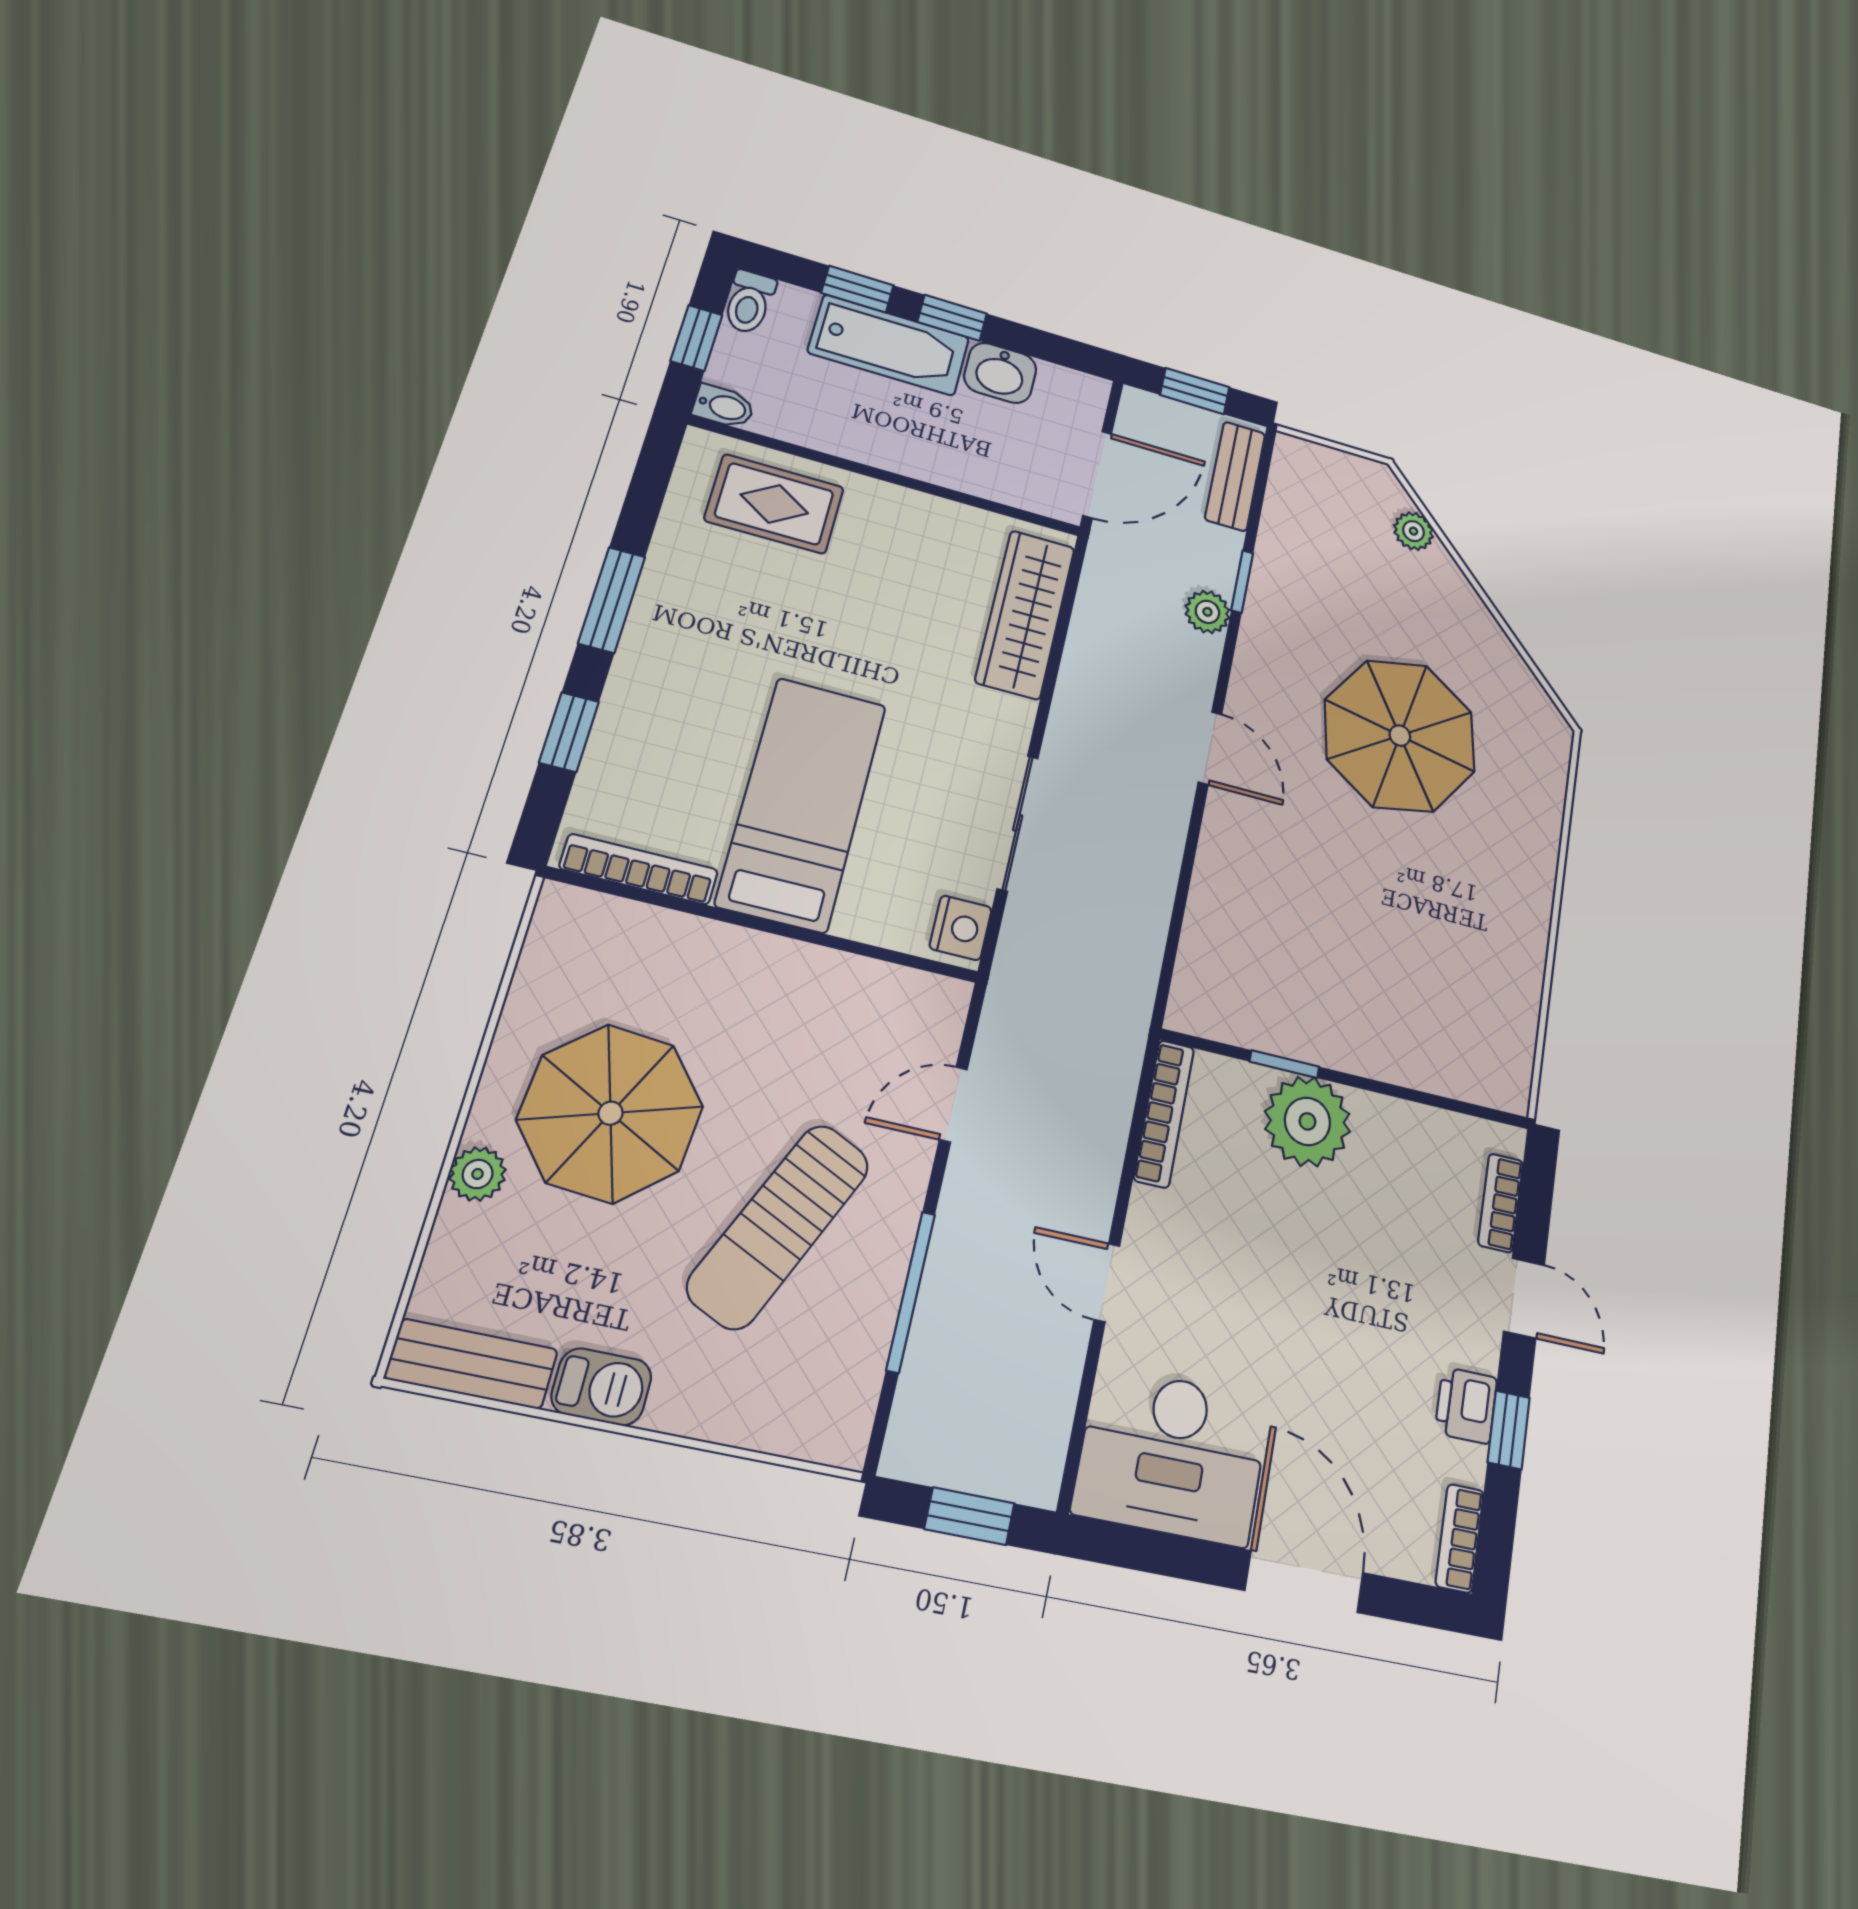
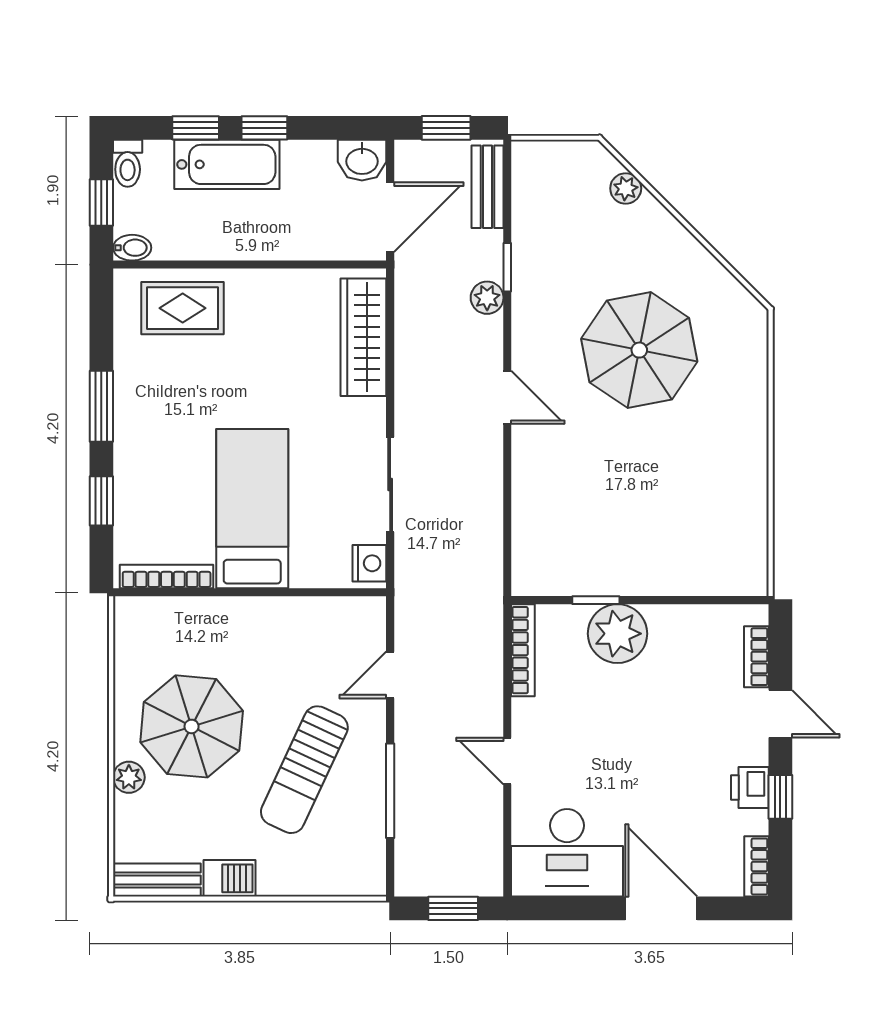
washbasin: (1000, 373) -> (362, 160), moved

